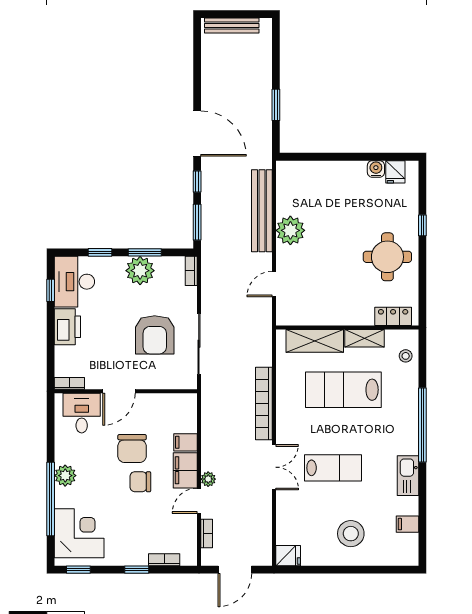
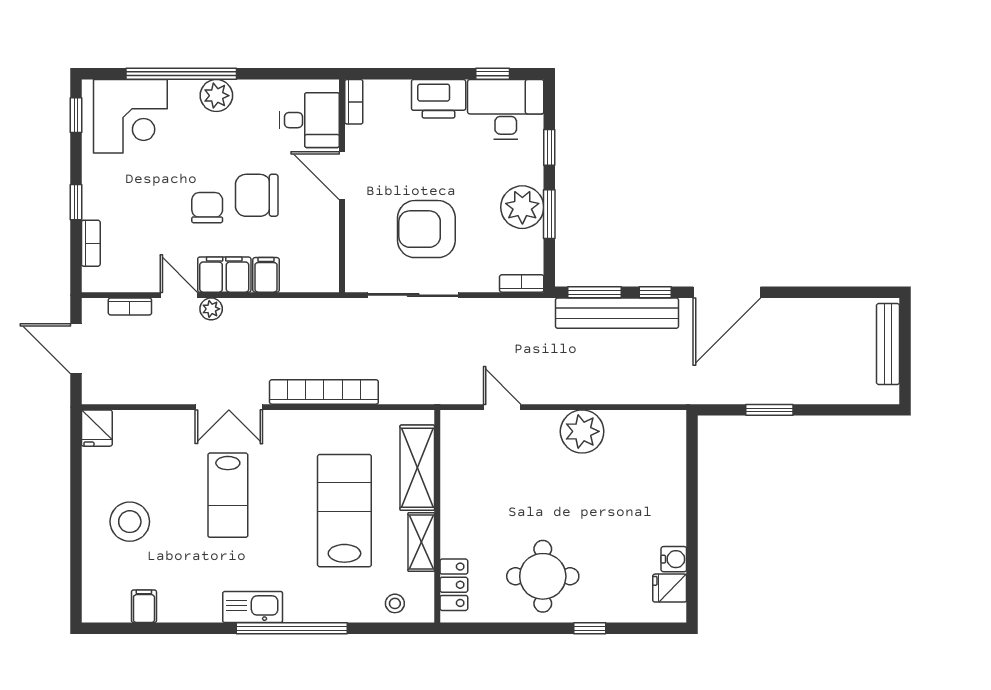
bench: (262, 211) -> (617, 313), moved
kitchen sink: (408, 476) -> (253, 607), moved

